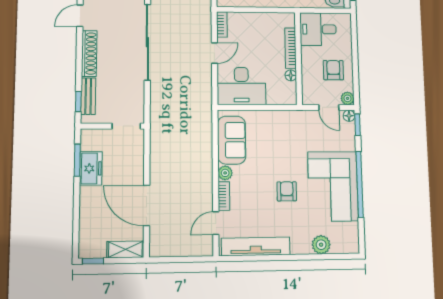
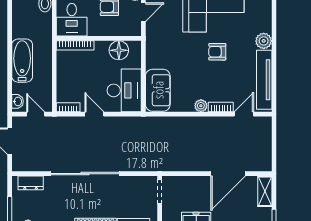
bookcase: (290, 48) -> (75, 45), moved
floor lamp: (291, 75) -> (119, 50), width x1.89, depth x1.89
sofa: (232, 140) -> (158, 90), moved, turned 90
door: (216, 223) -> (244, 114), swing flipped
plant: (321, 245) -> (264, 41), moved

